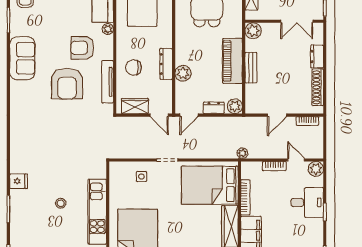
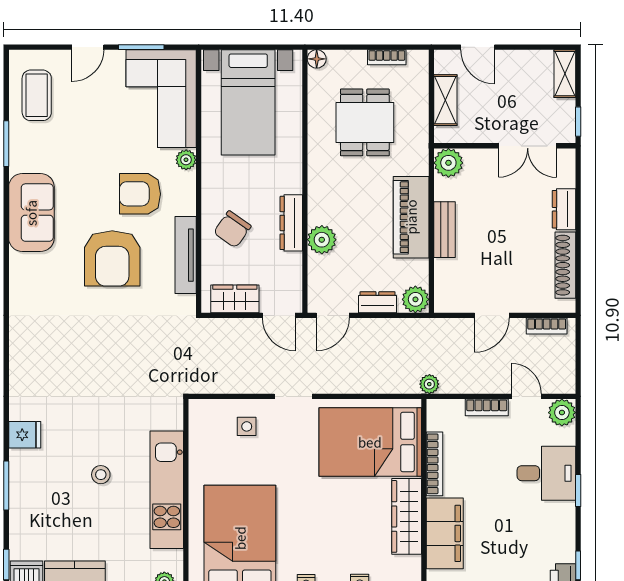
chair: (133, 68) -> (232, 229), turned -55

